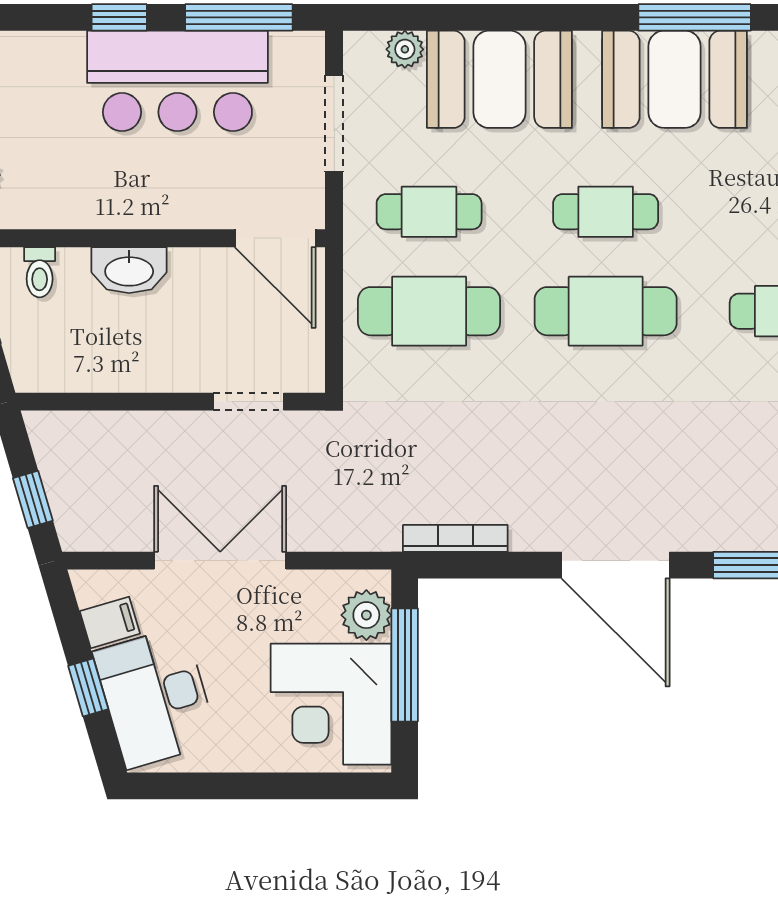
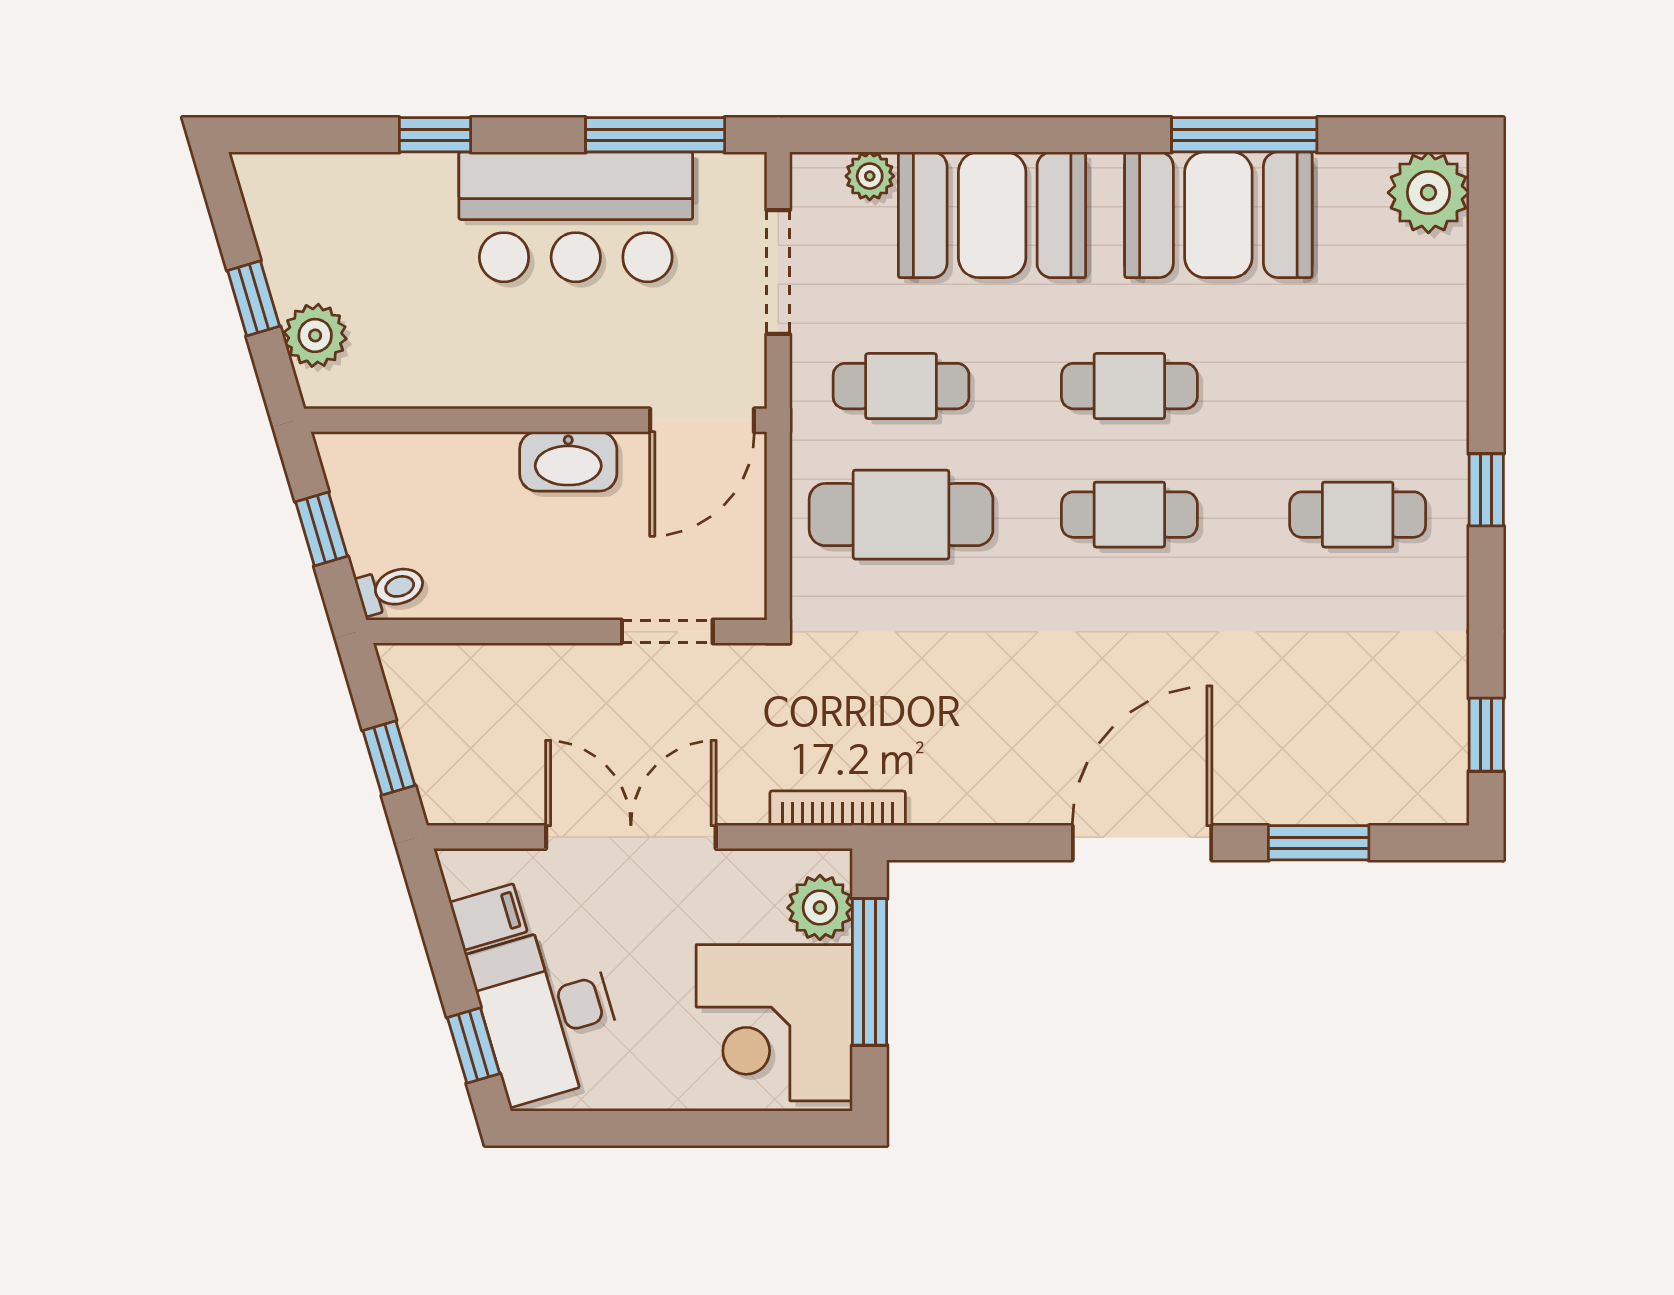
window: (119, 17) -> (435, 135), moved
door: (275, 238) -> (702, 420), hinge flipped
washbasin: (129, 270) -> (568, 461), moved
toilet: (40, 272) -> (391, 589), moved, turned -106
cafe table: (606, 311) -> (1129, 515), width x0.73, depth x0.74
bookcase: (455, 538) -> (838, 808), moved
door: (615, 565) -> (1142, 843), swing flipped
window: (88, 687) -> (474, 1046), moved

